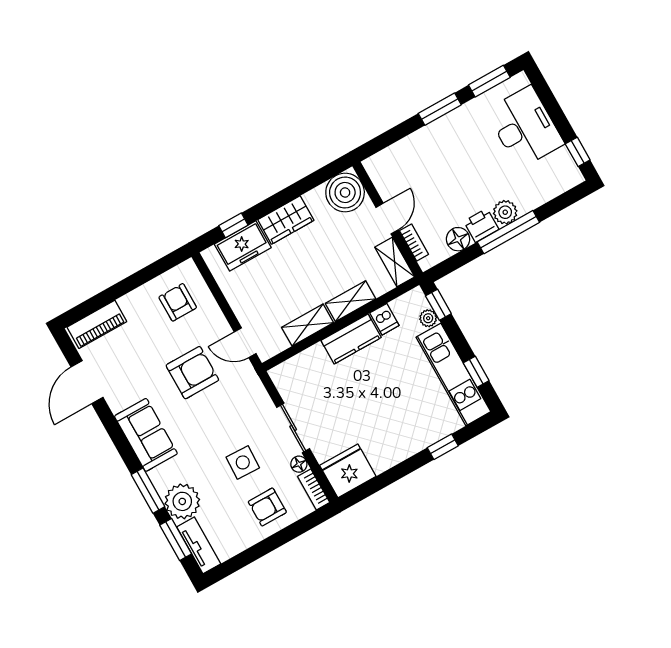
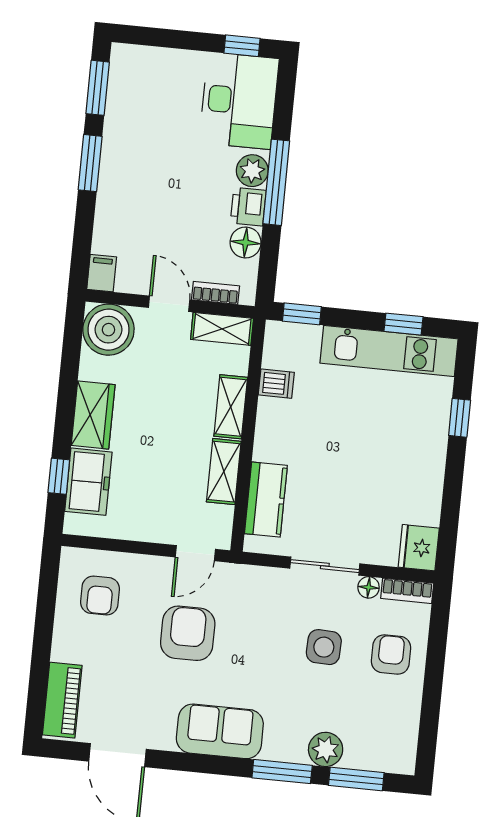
desk: (525, 127) -> (239, 101), moved, turned 90
filing cabinet: (377, 164) -> (102, 273), added
armchair: (178, 302) -> (100, 596), turned -90
plant: (428, 318) -> (309, 335), removed
kitchen counter: (351, 339) -> (266, 500), moved
fridge: (348, 471) -> (419, 548), width x0.73, depth x0.75
plant: (182, 501) -> (326, 749), width x0.73, depth x0.73
armchair: (267, 507) -> (391, 654), turned 180
tv unit: (199, 545) -> (380, 758), removed

